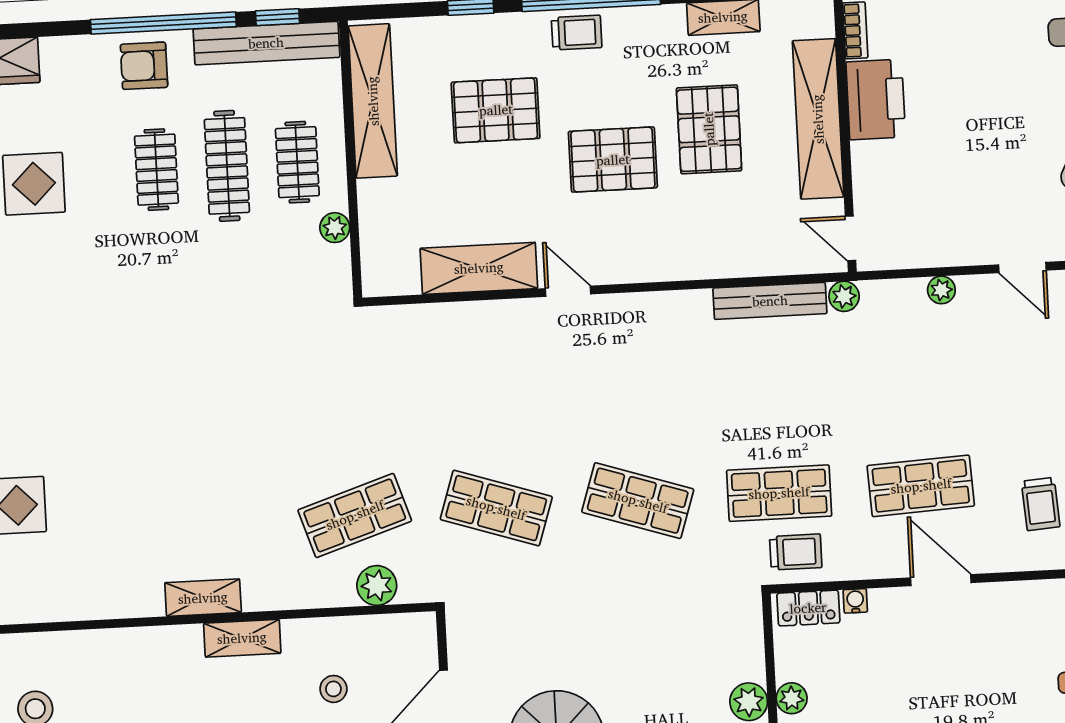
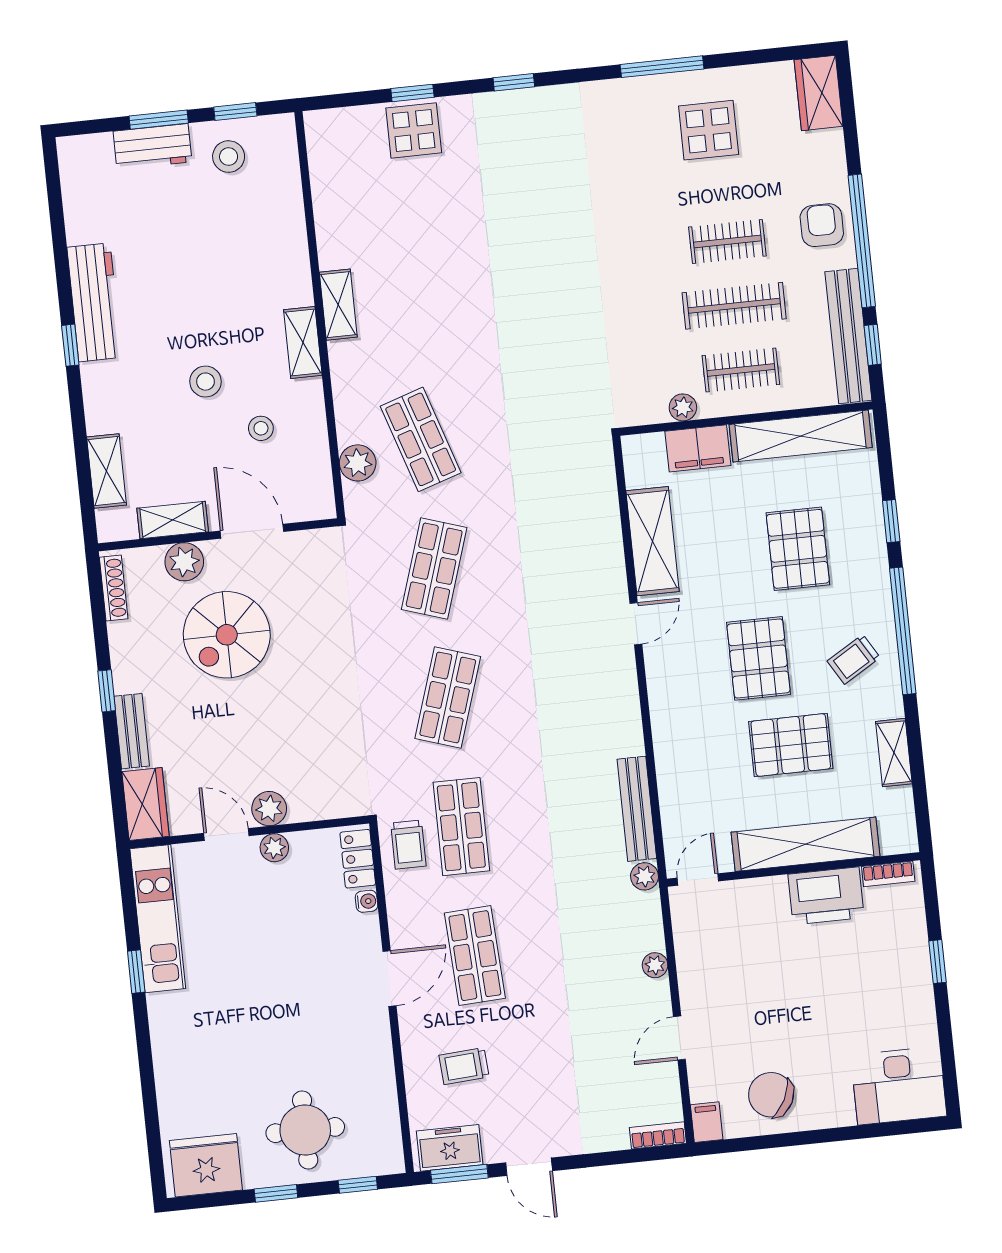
trolley: (577, 33) -> (854, 659), moved, turned 59
filing cabinet: (380, 214) -> (698, 448), added

